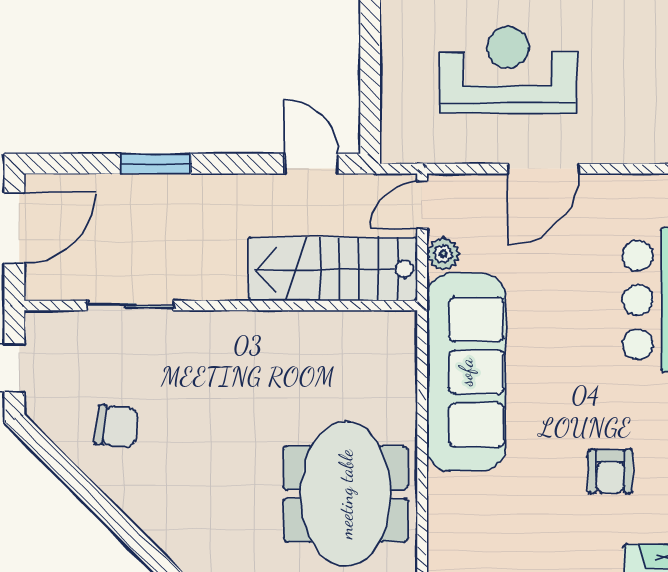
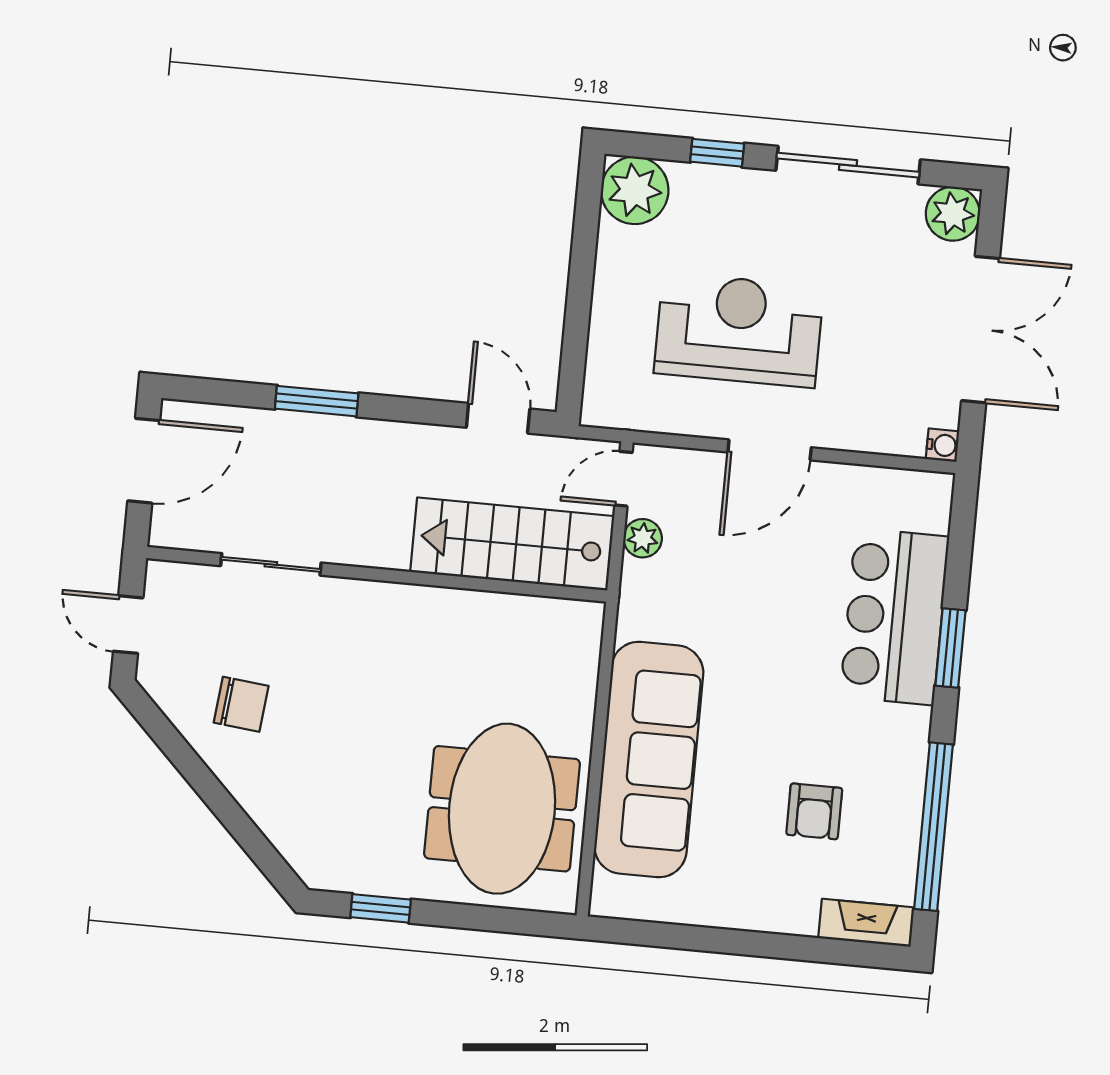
sofa: (466, 372) -> (649, 760), moved

